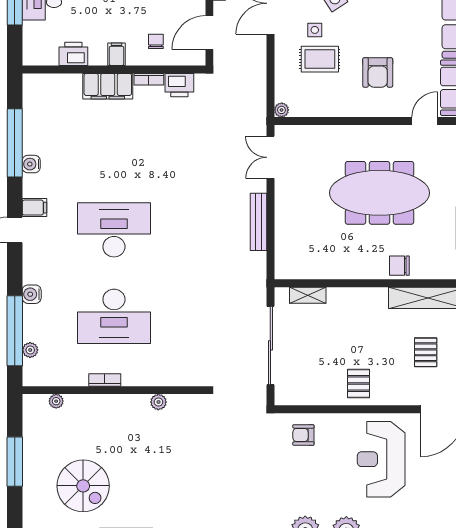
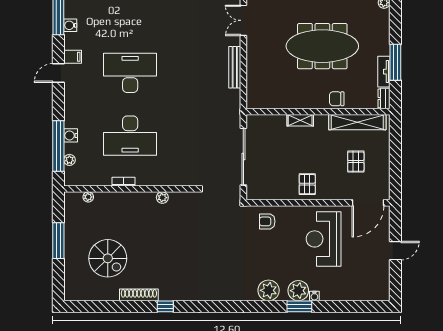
water cooler: (32, 294) -> (71, 135), moved
shelving: (308, 295) -> (300, 120), moved

